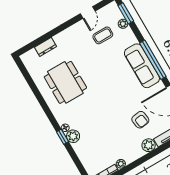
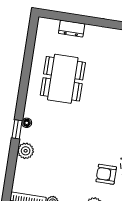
armchair: (140, 120) -> (106, 174), turned 98
plant: (73, 136) -> (26, 151), moved

